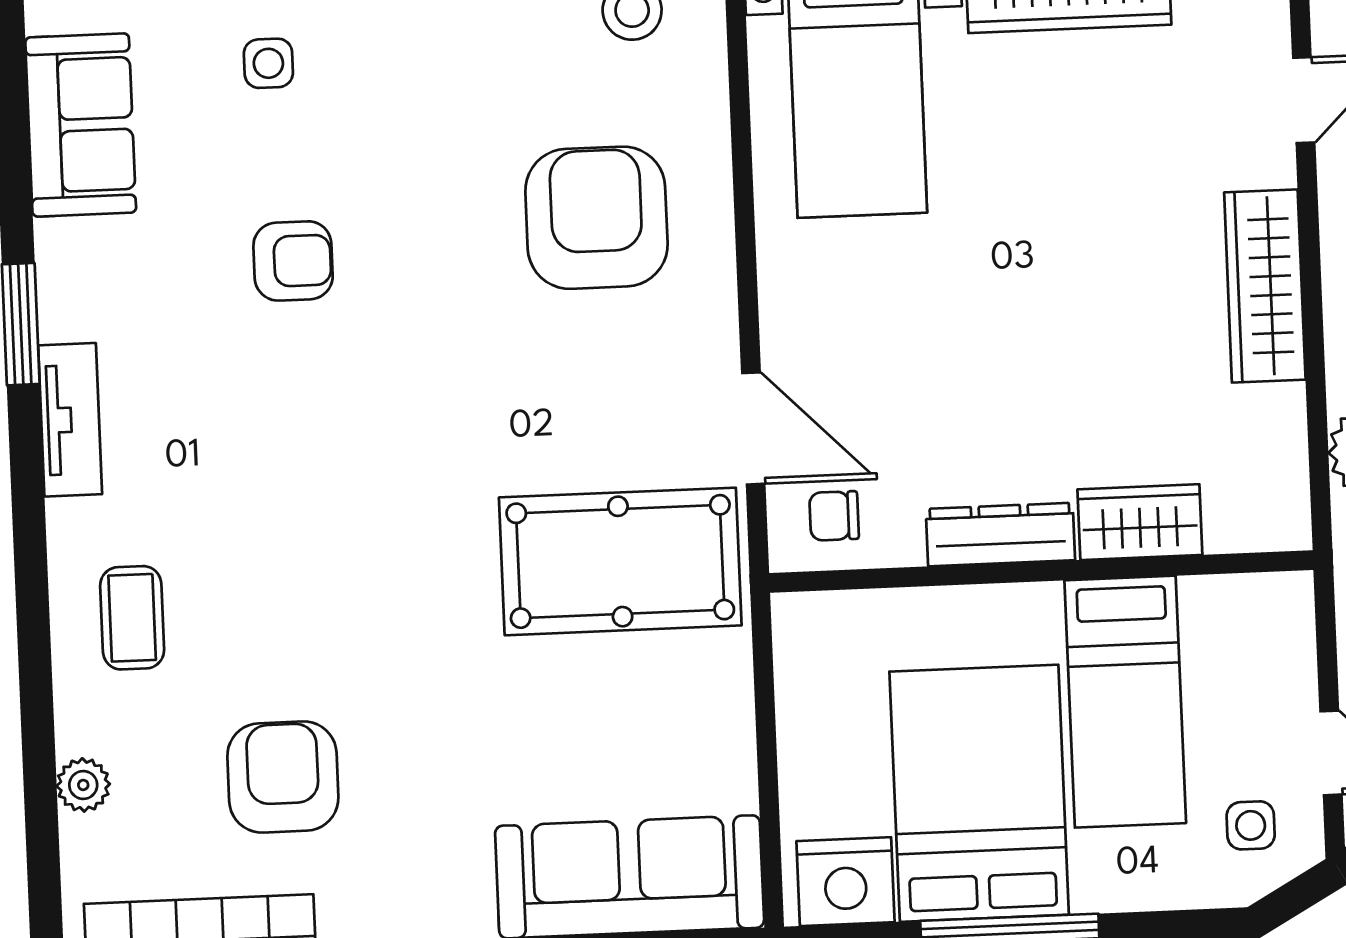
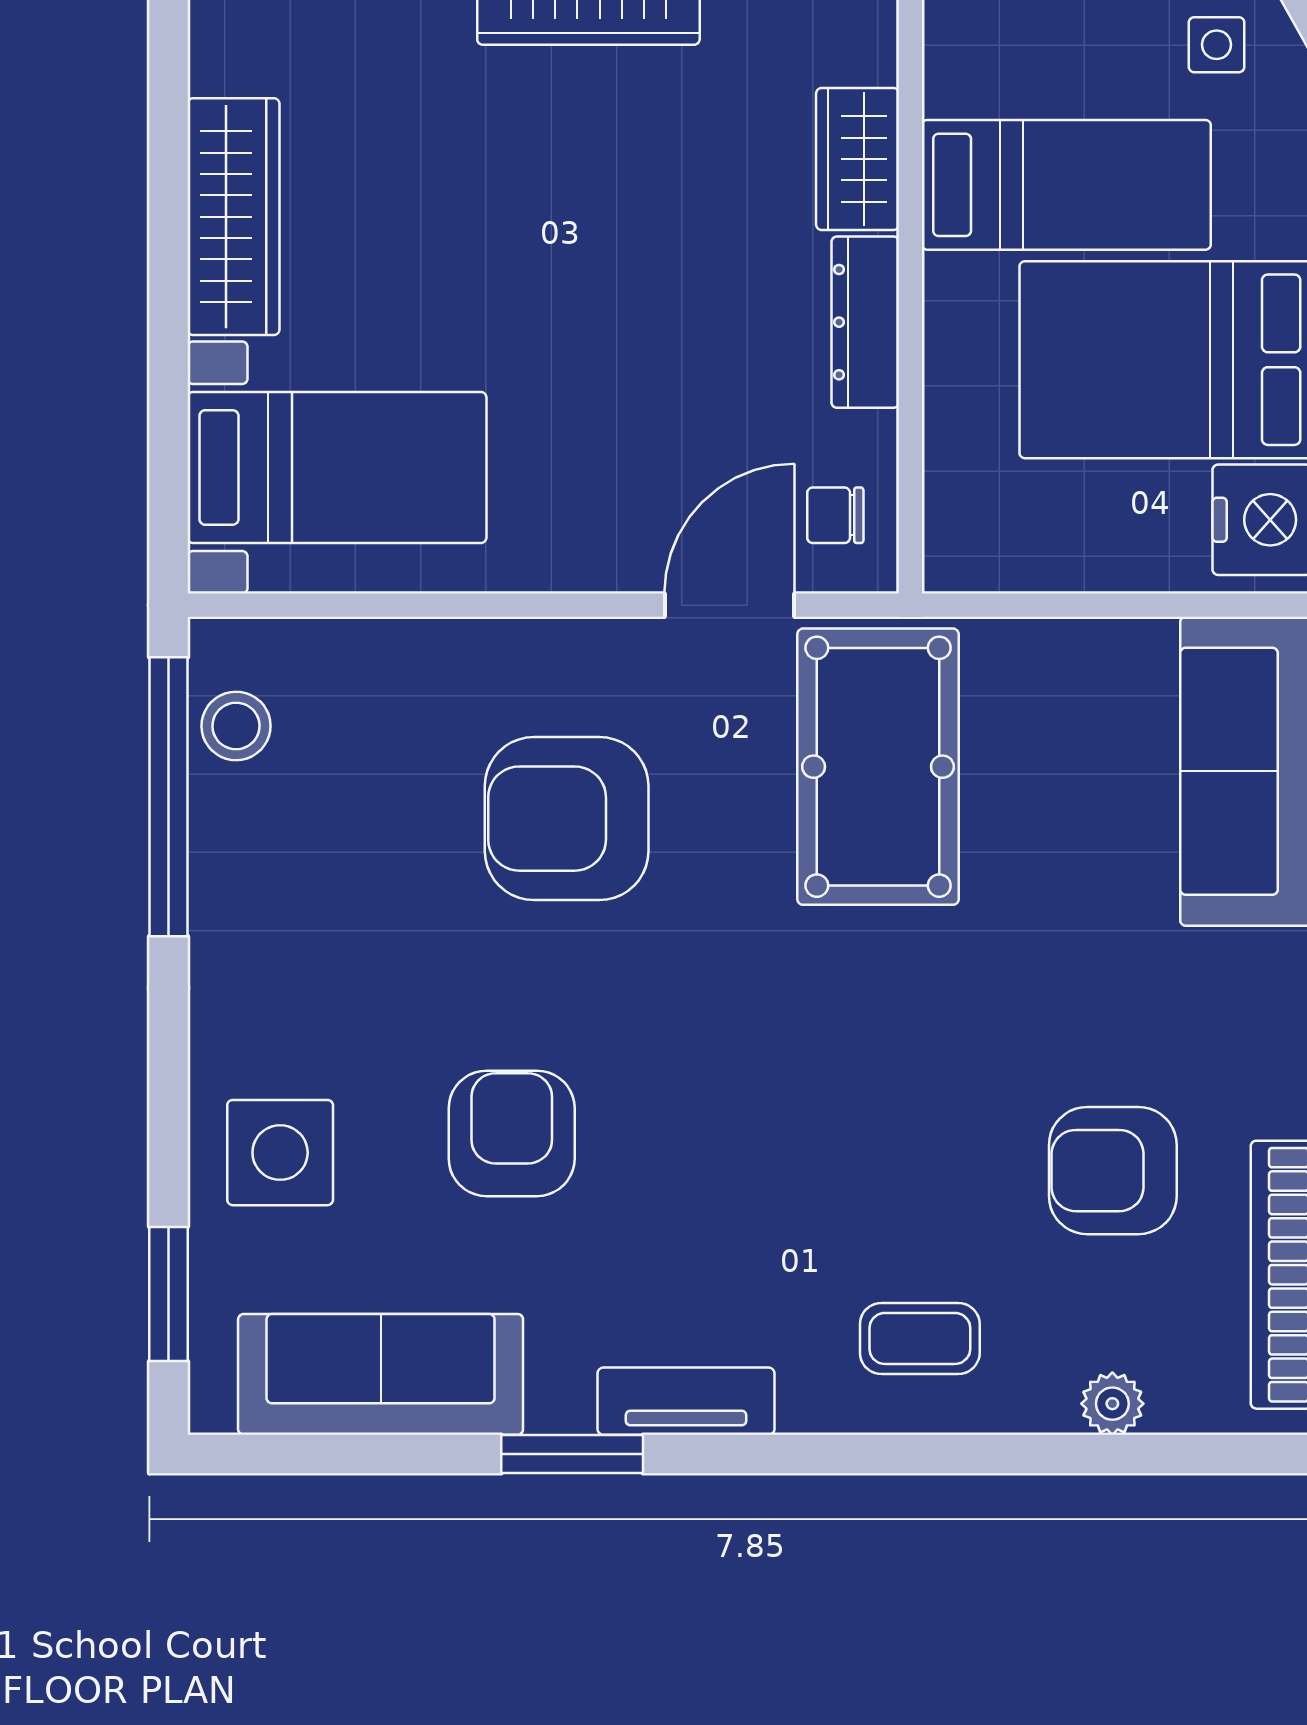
side table: (268, 63) -> (280, 1153), width x1.87, depth x1.87
sofa: (81, 125) -> (381, 1374), width x1.36
armchair: (596, 218) -> (567, 819), moved
armchair: (293, 261) -> (512, 1133), width x1.38, depth x1.38
chair: (834, 516) -> (835, 515), turned 90

